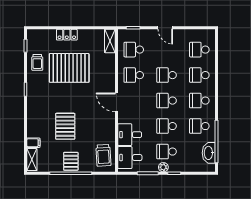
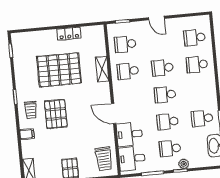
locker: (67, 35) -> (69, 34), moved
shelving: (110, 41) -> (102, 69), moved
trolley: (37, 62) -> (31, 110), moved
school desk: (199, 101) -> (200, 91), removed
door: (117, 102) -> (114, 114), moved
pallet: (65, 126) -> (56, 114), moved
filing cabinet: (33, 143) -> (27, 134), moved
plant: (163, 167) -> (184, 164), moved

